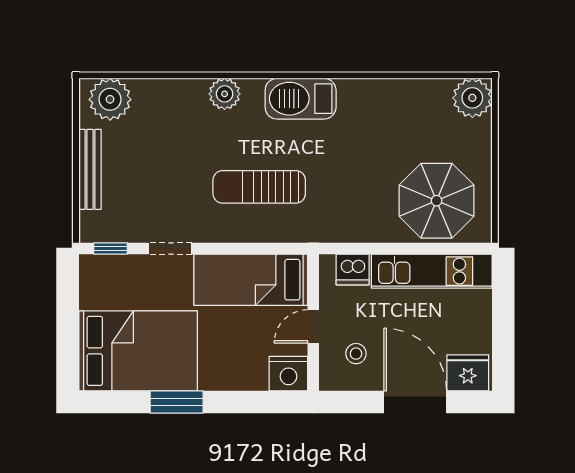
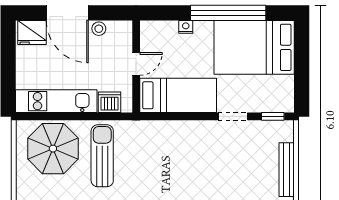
sun lounger: (259, 187) -> (102, 156), moved, turned -90
stool: (356, 354) -> (99, 29), moved
nightstand: (288, 374) -> (186, 27), moved, width x0.53, depth x0.56
window: (177, 402) -> (228, 13), width x2.11

